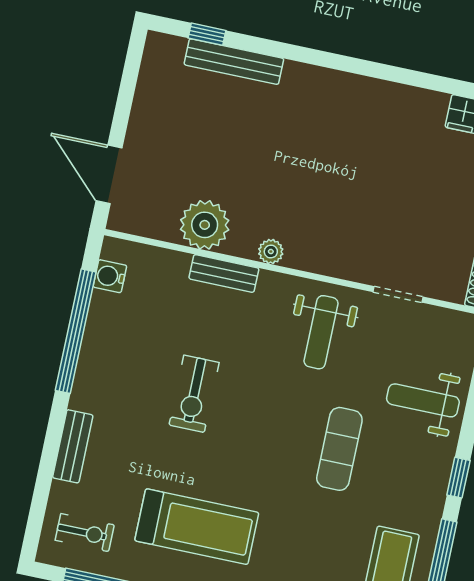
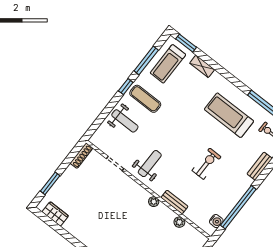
plant: (205, 225) -> (179, 222), width x0.53, depth x0.53
exercise mat: (339, 449) -> (145, 99), moved, turned 90

